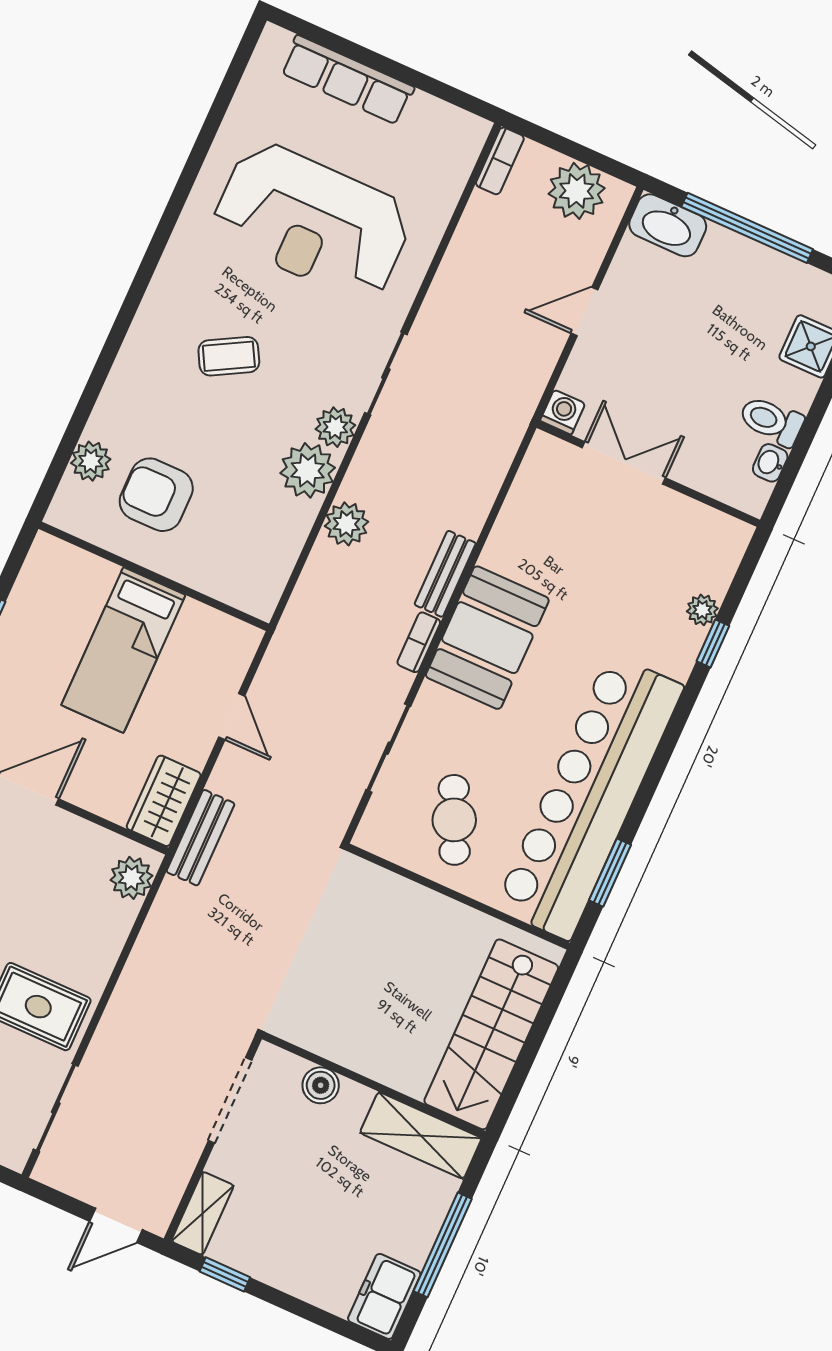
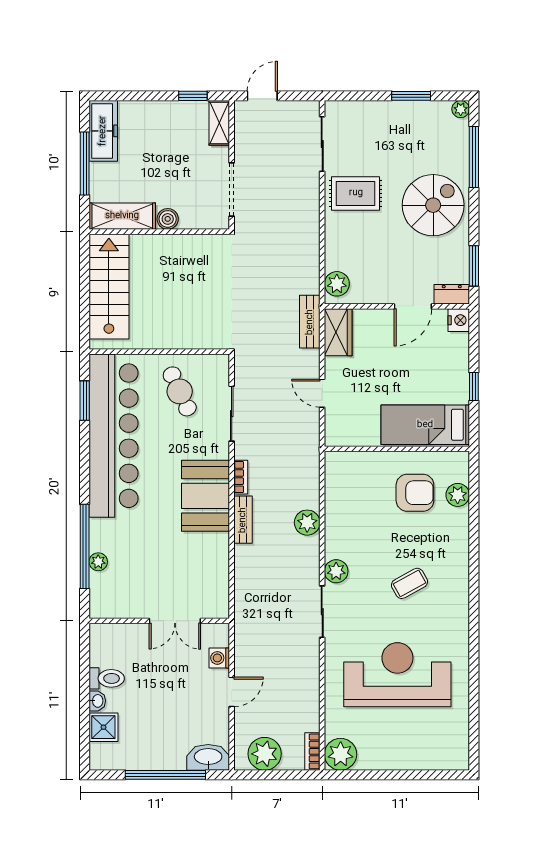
row of seats: (347, 80) -> (413, 758), removed
washing machine: (563, 412) -> (219, 658), moved, turned 90
washbasin: (770, 463) -> (97, 701), moved
plant: (308, 470) -> (341, 754), moved
window: (713, 644) -> (85, 546), width x3.17
bed: (123, 650) -> (425, 425), moved, turned -90
boiler: (321, 1085) -> (168, 219), moved
freezer: (384, 1296) -> (103, 131), width x1.40

